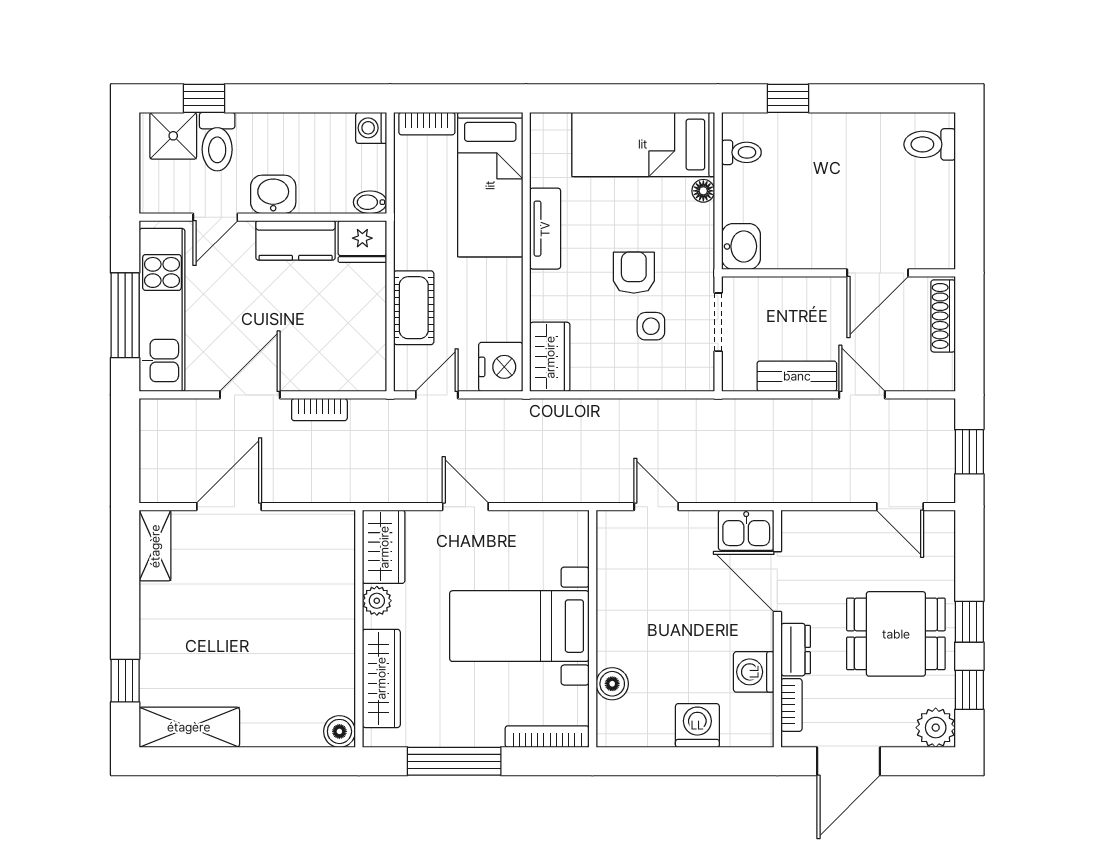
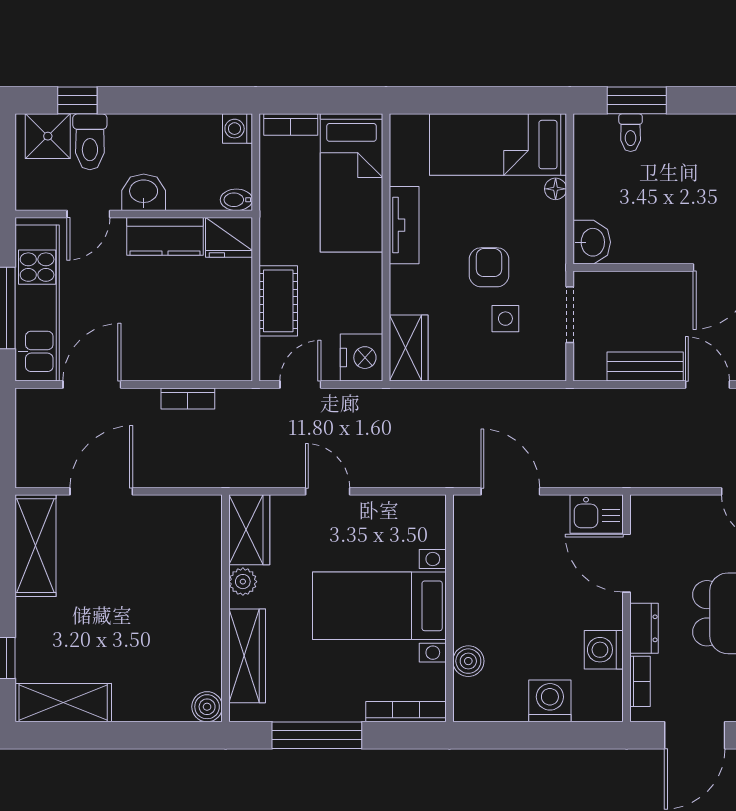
window: (788, 98) -> (637, 100), width x1.50
toilet: (741, 152) -> (631, 133), moved, turned 90
door: (250, 395) -> (92, 384), moved
door: (656, 507) -> (510, 491), width x1.38
shelving: (155, 546) -> (35, 546), width x1.50, depth x1.33

